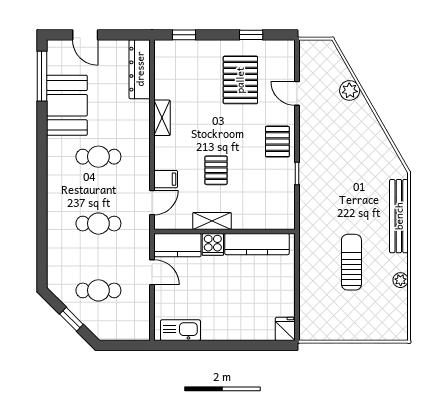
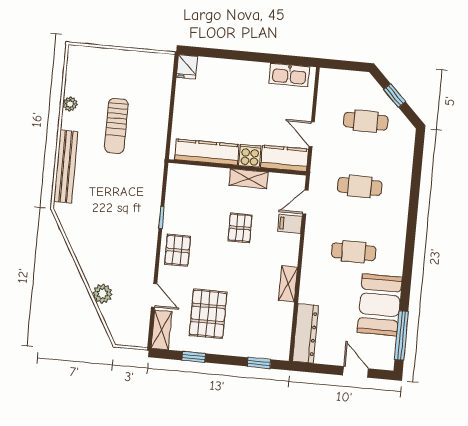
shelving: (286, 59) -> (162, 330), added

